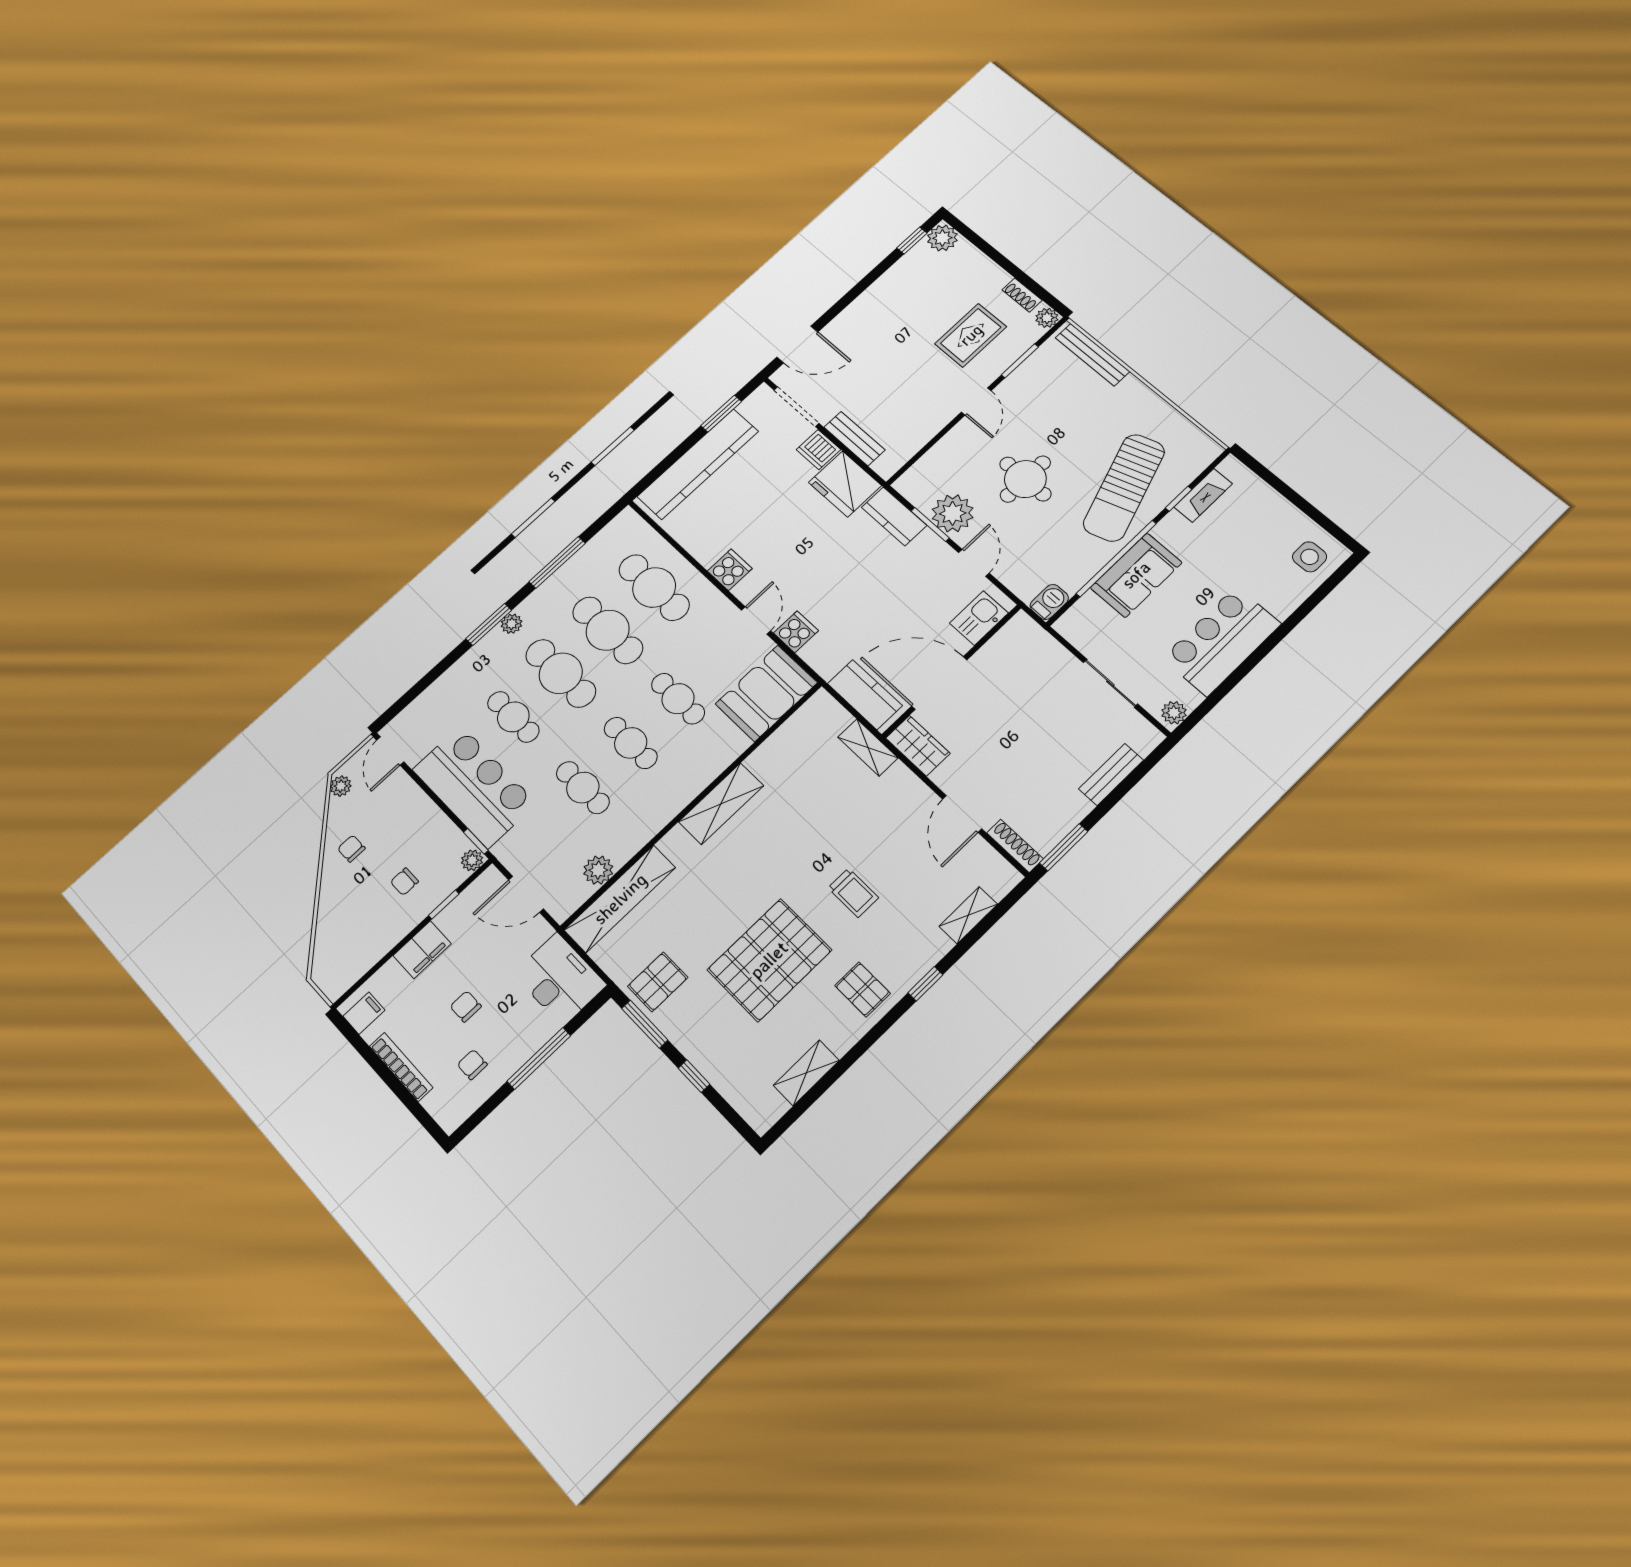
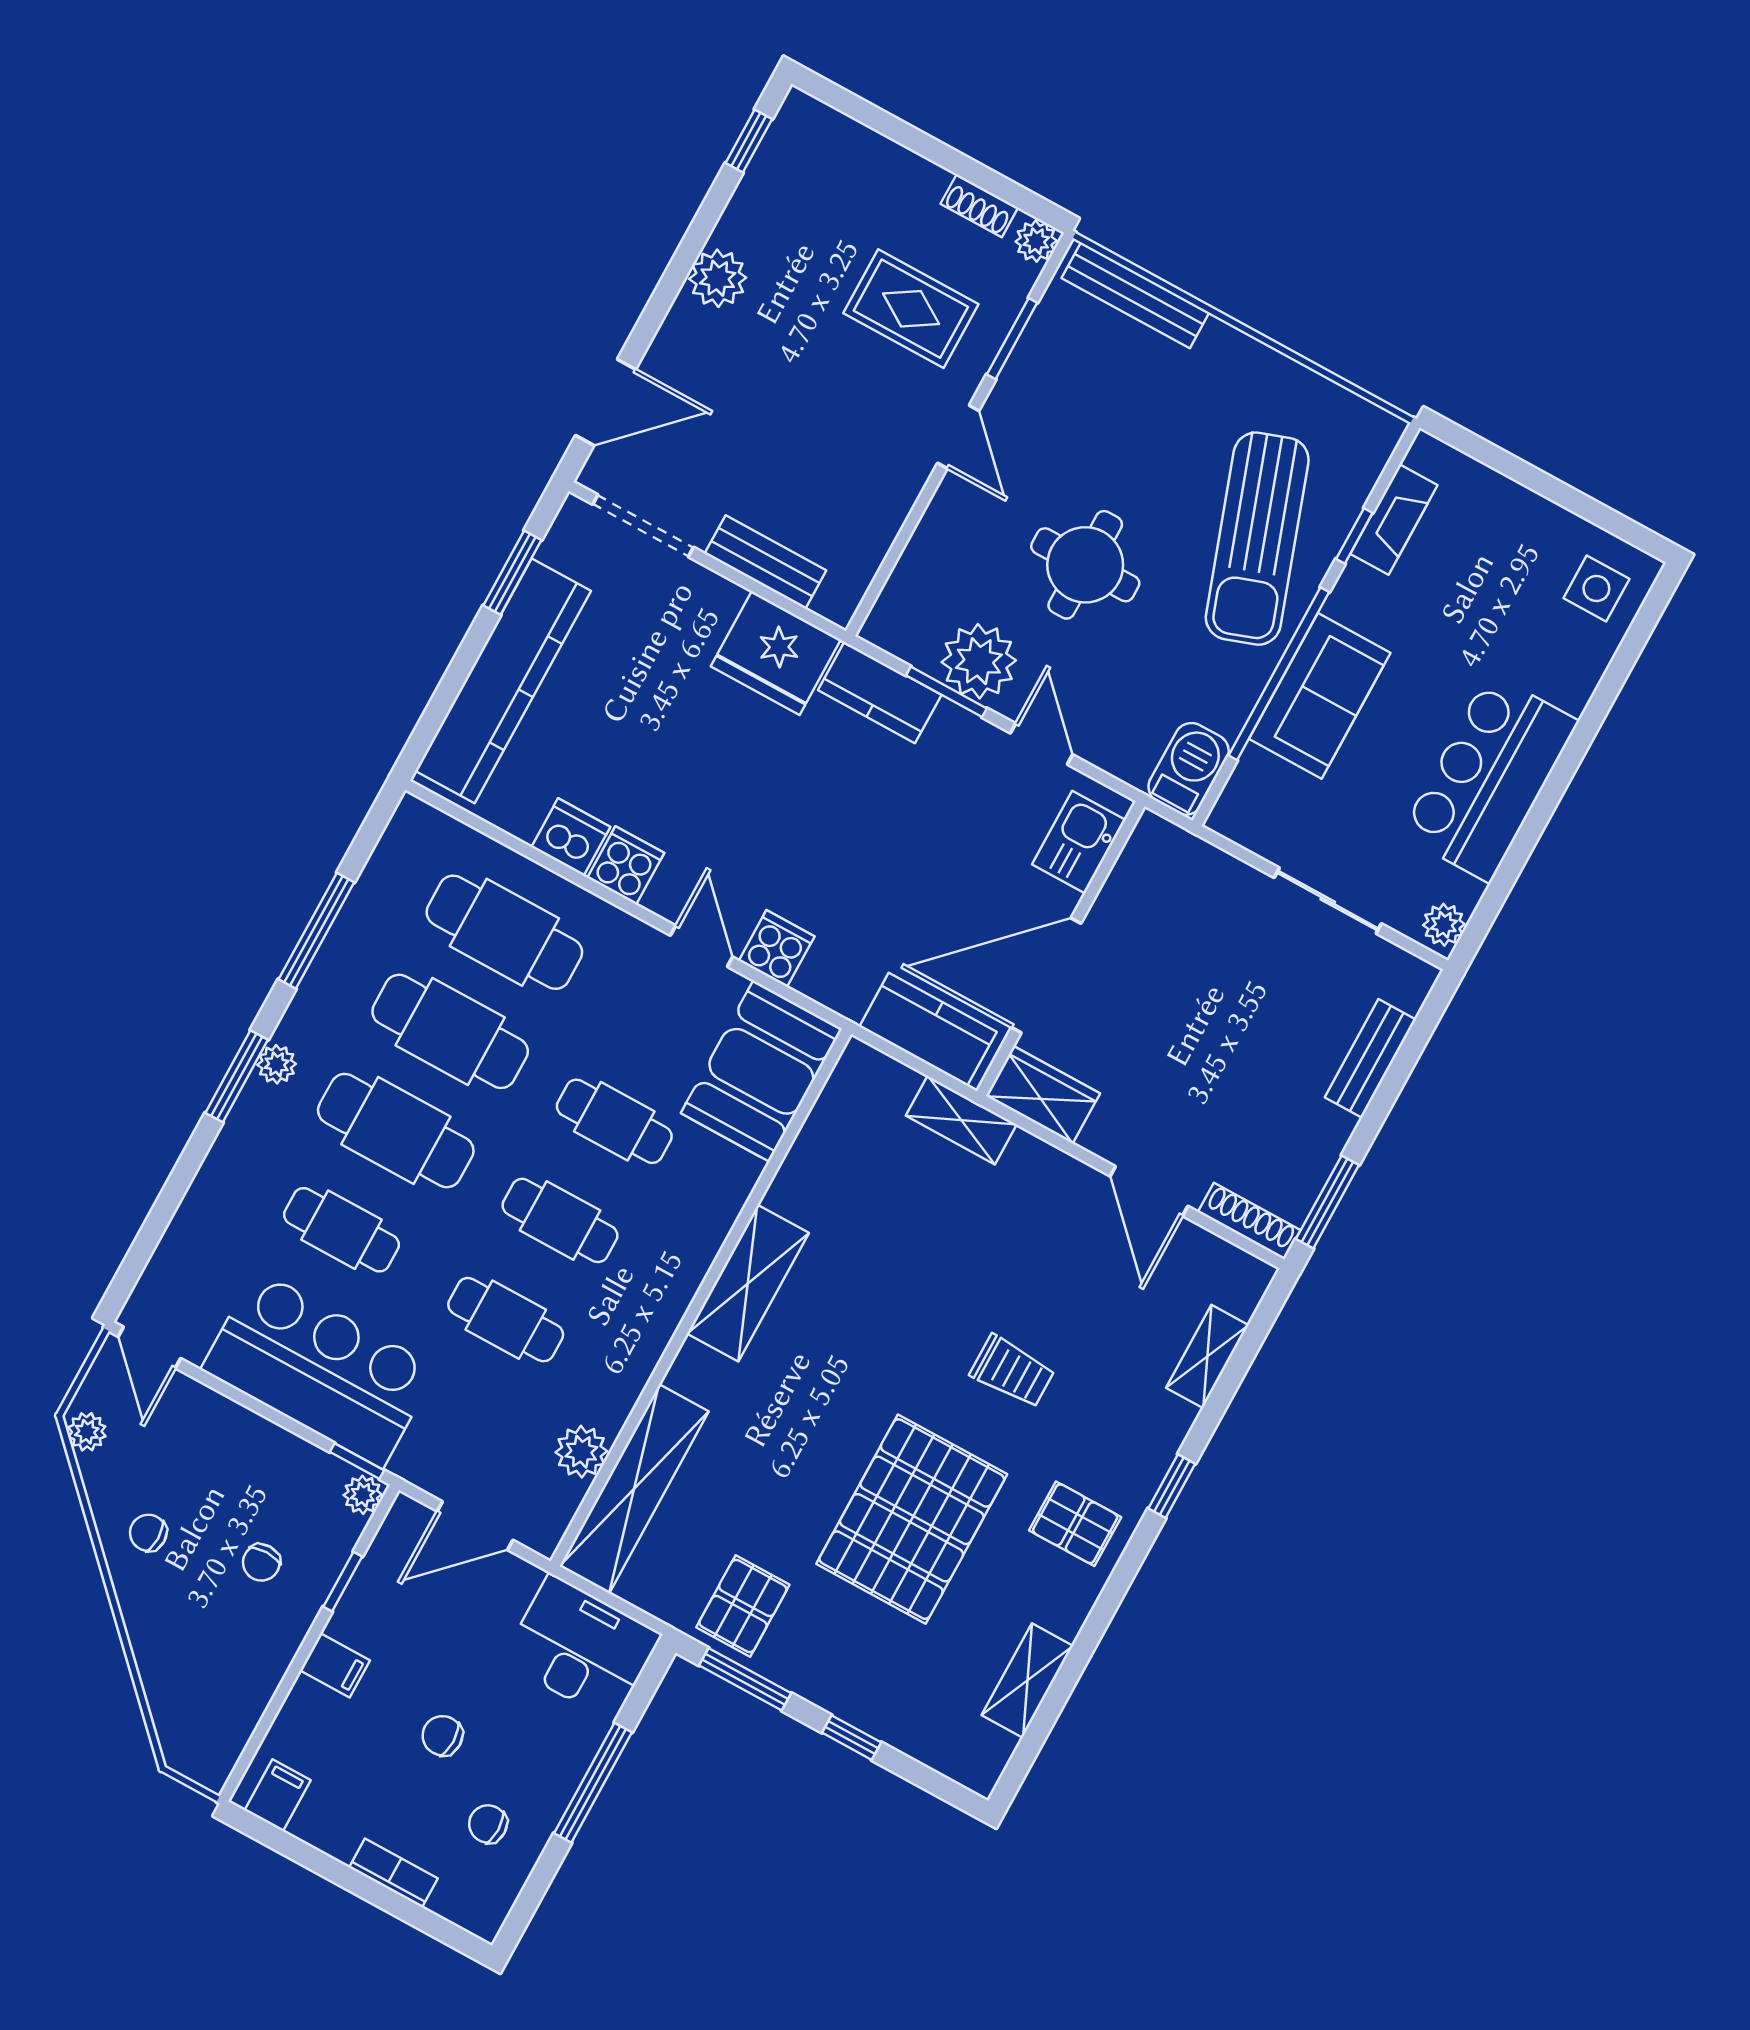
plant: (942, 238) -> (718, 278), moved
rug: (971, 335) -> (911, 309), turned 90
dishwasher: (819, 450) -> (571, 837), moved, turned 180
barbecue: (1049, 602) -> (1189, 769), width x1.38, depth x1.27
filing cabinet: (422, 950) -> (335, 1665), width x0.50
bookcase: (401, 1067) -> (393, 1873), width x0.64

